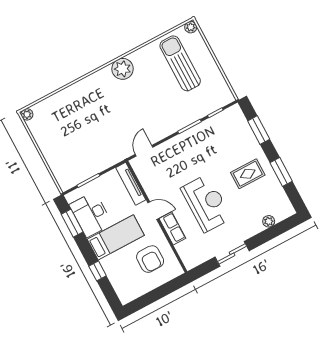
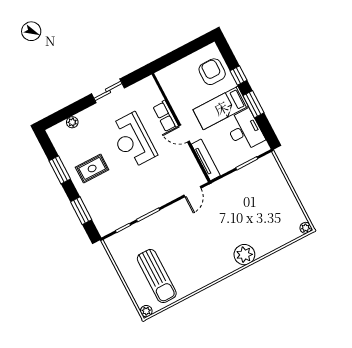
plant: (123, 69) -> (244, 255), moved
window: (72, 223) -> (254, 104), moved
armchair: (150, 259) -> (212, 72), moved

